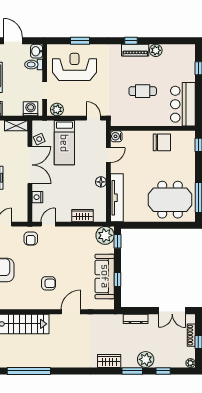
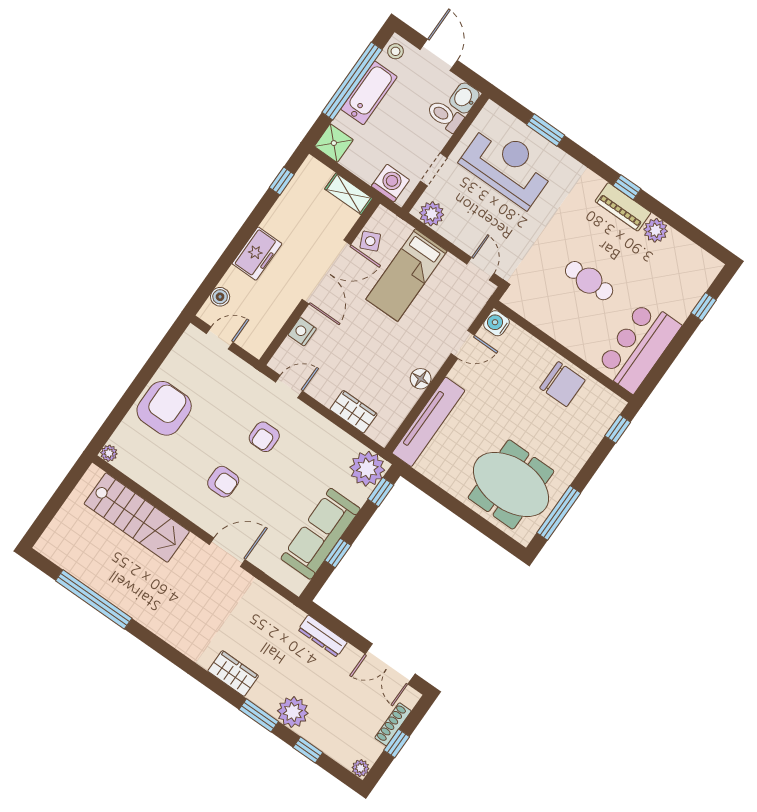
armchair: (31, 239) -> (264, 437), moved

